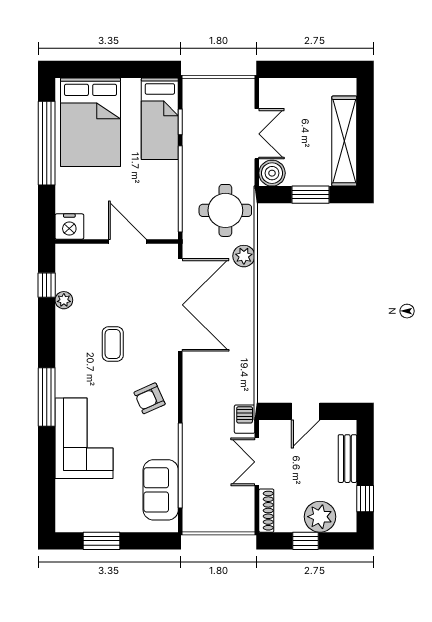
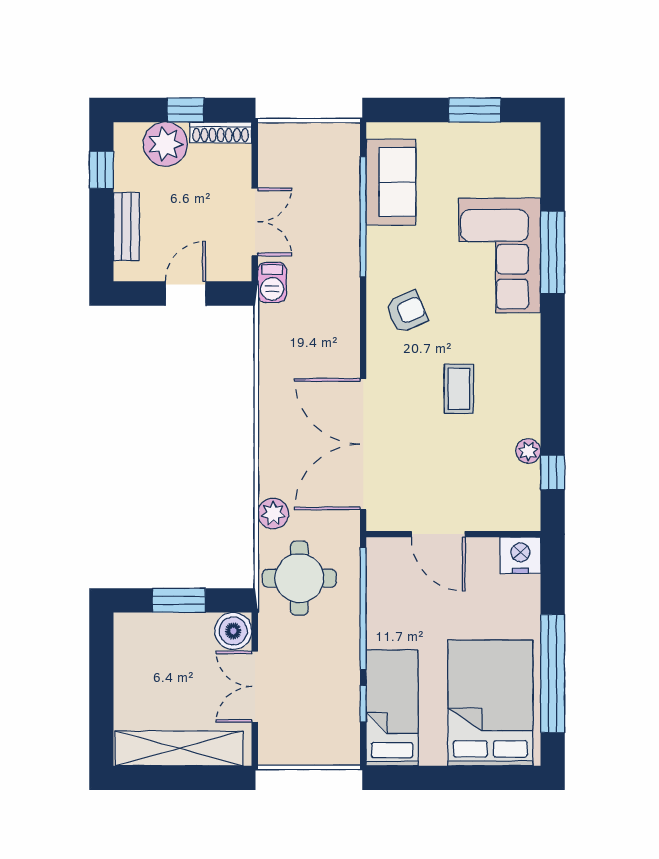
shelving: (344, 141) -> (179, 748), moved, turned 90
window: (47, 397) -> (553, 252), moved
shoe rack: (266, 511) -> (221, 132), moved, turned -90

